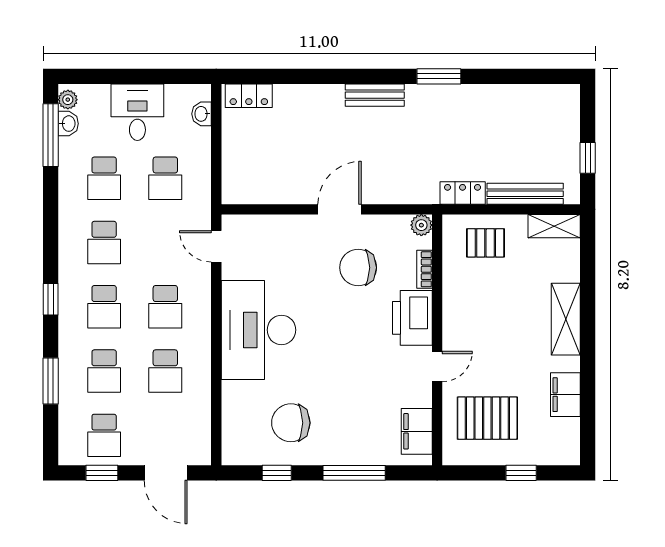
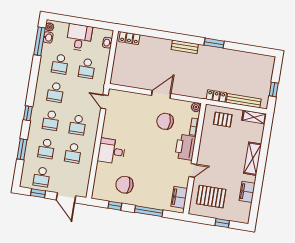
desk: (258, 330) -> (111, 151), width x0.53, depth x0.77

